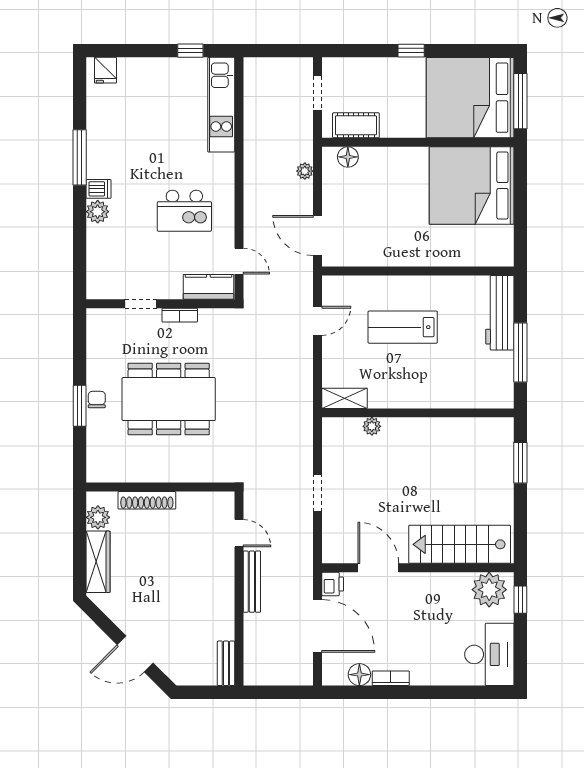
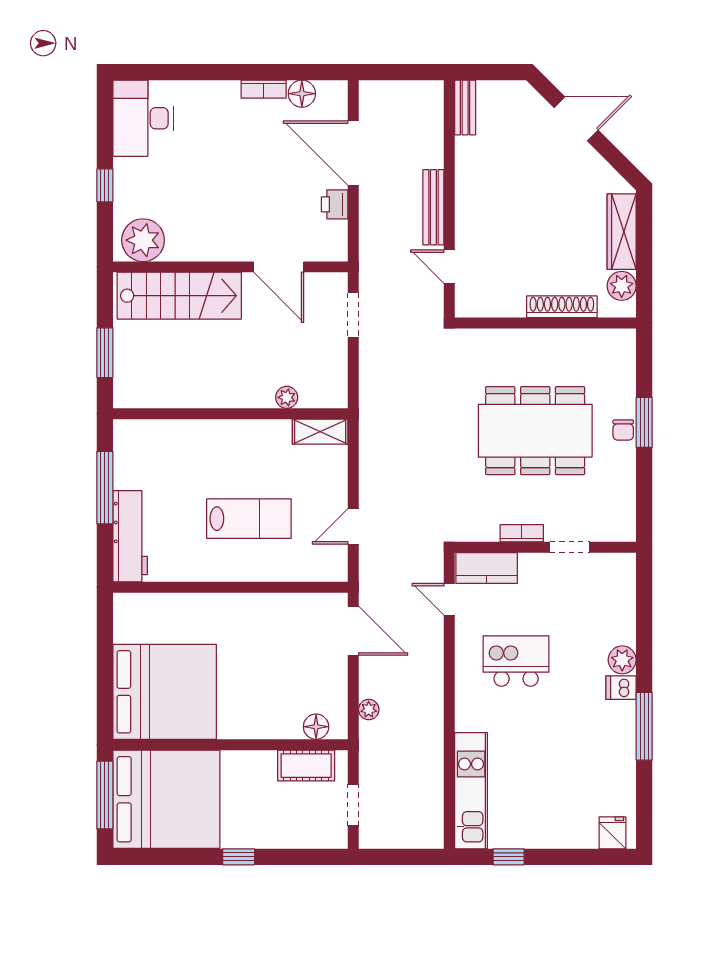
stairs: (460, 544) -> (179, 296), moved
door: (378, 568) -> (279, 267), moved
wall: (418, 568) -> (230, 267), moved
plant: (489, 590) -> (143, 240), moved

